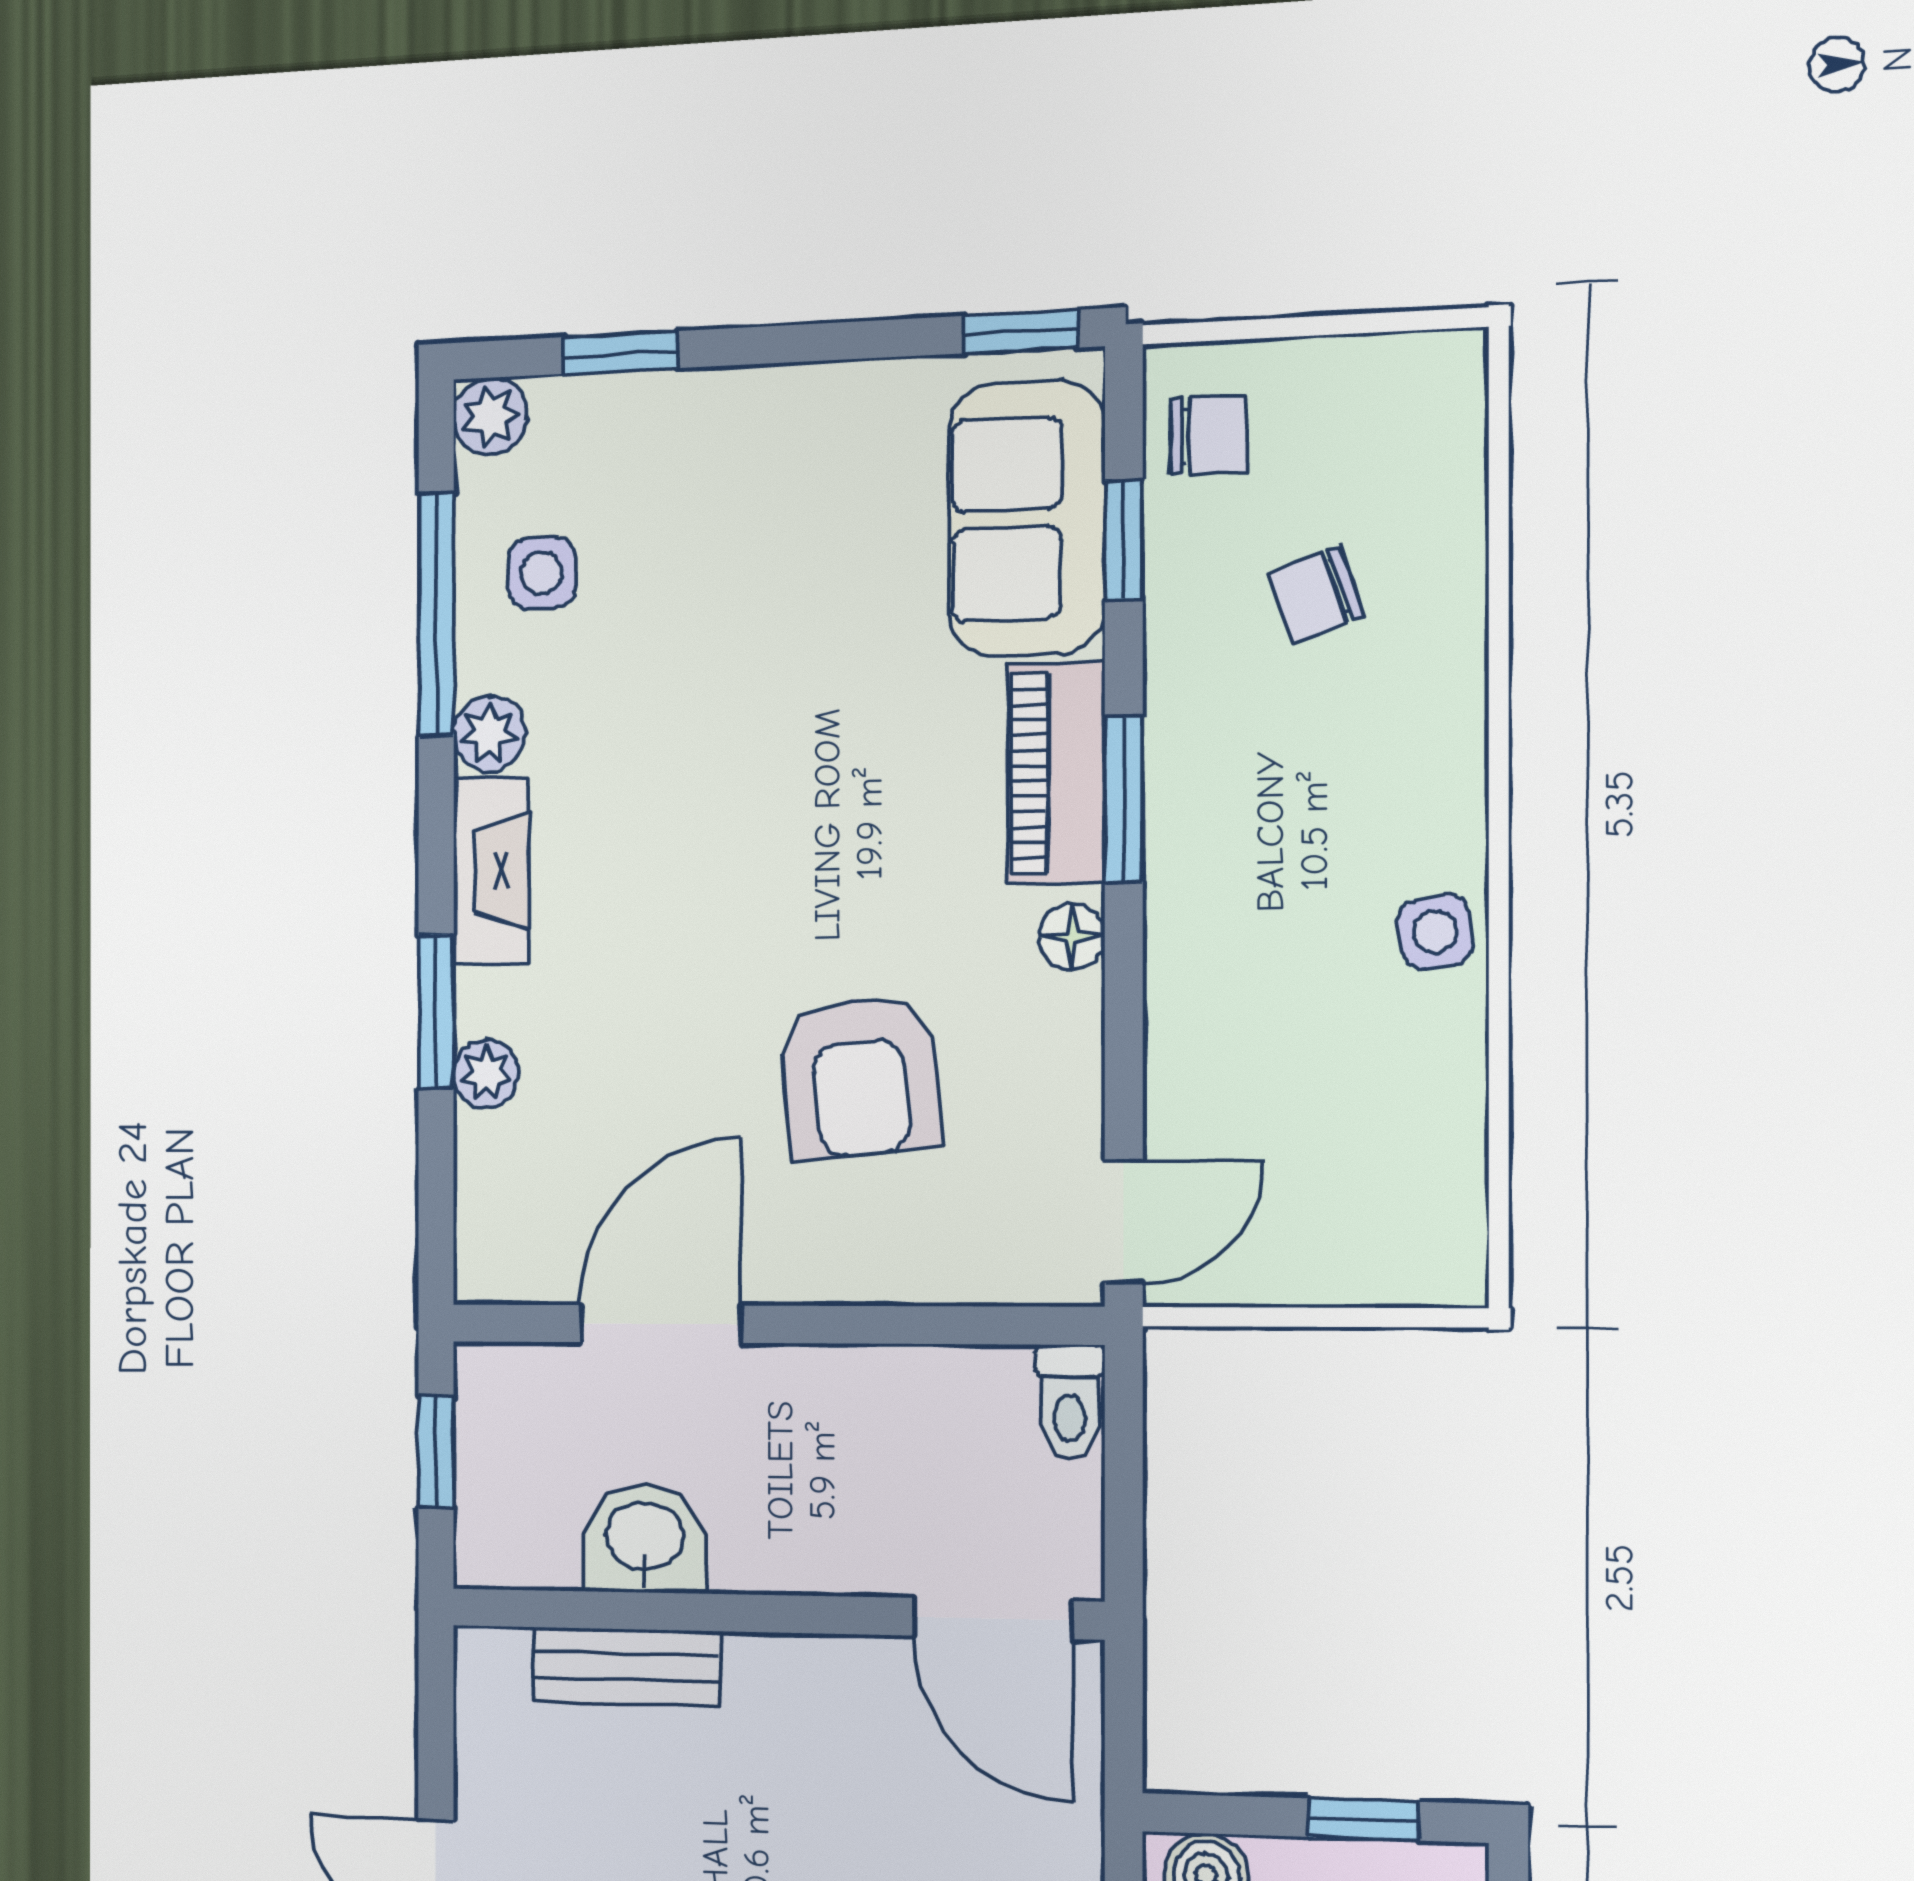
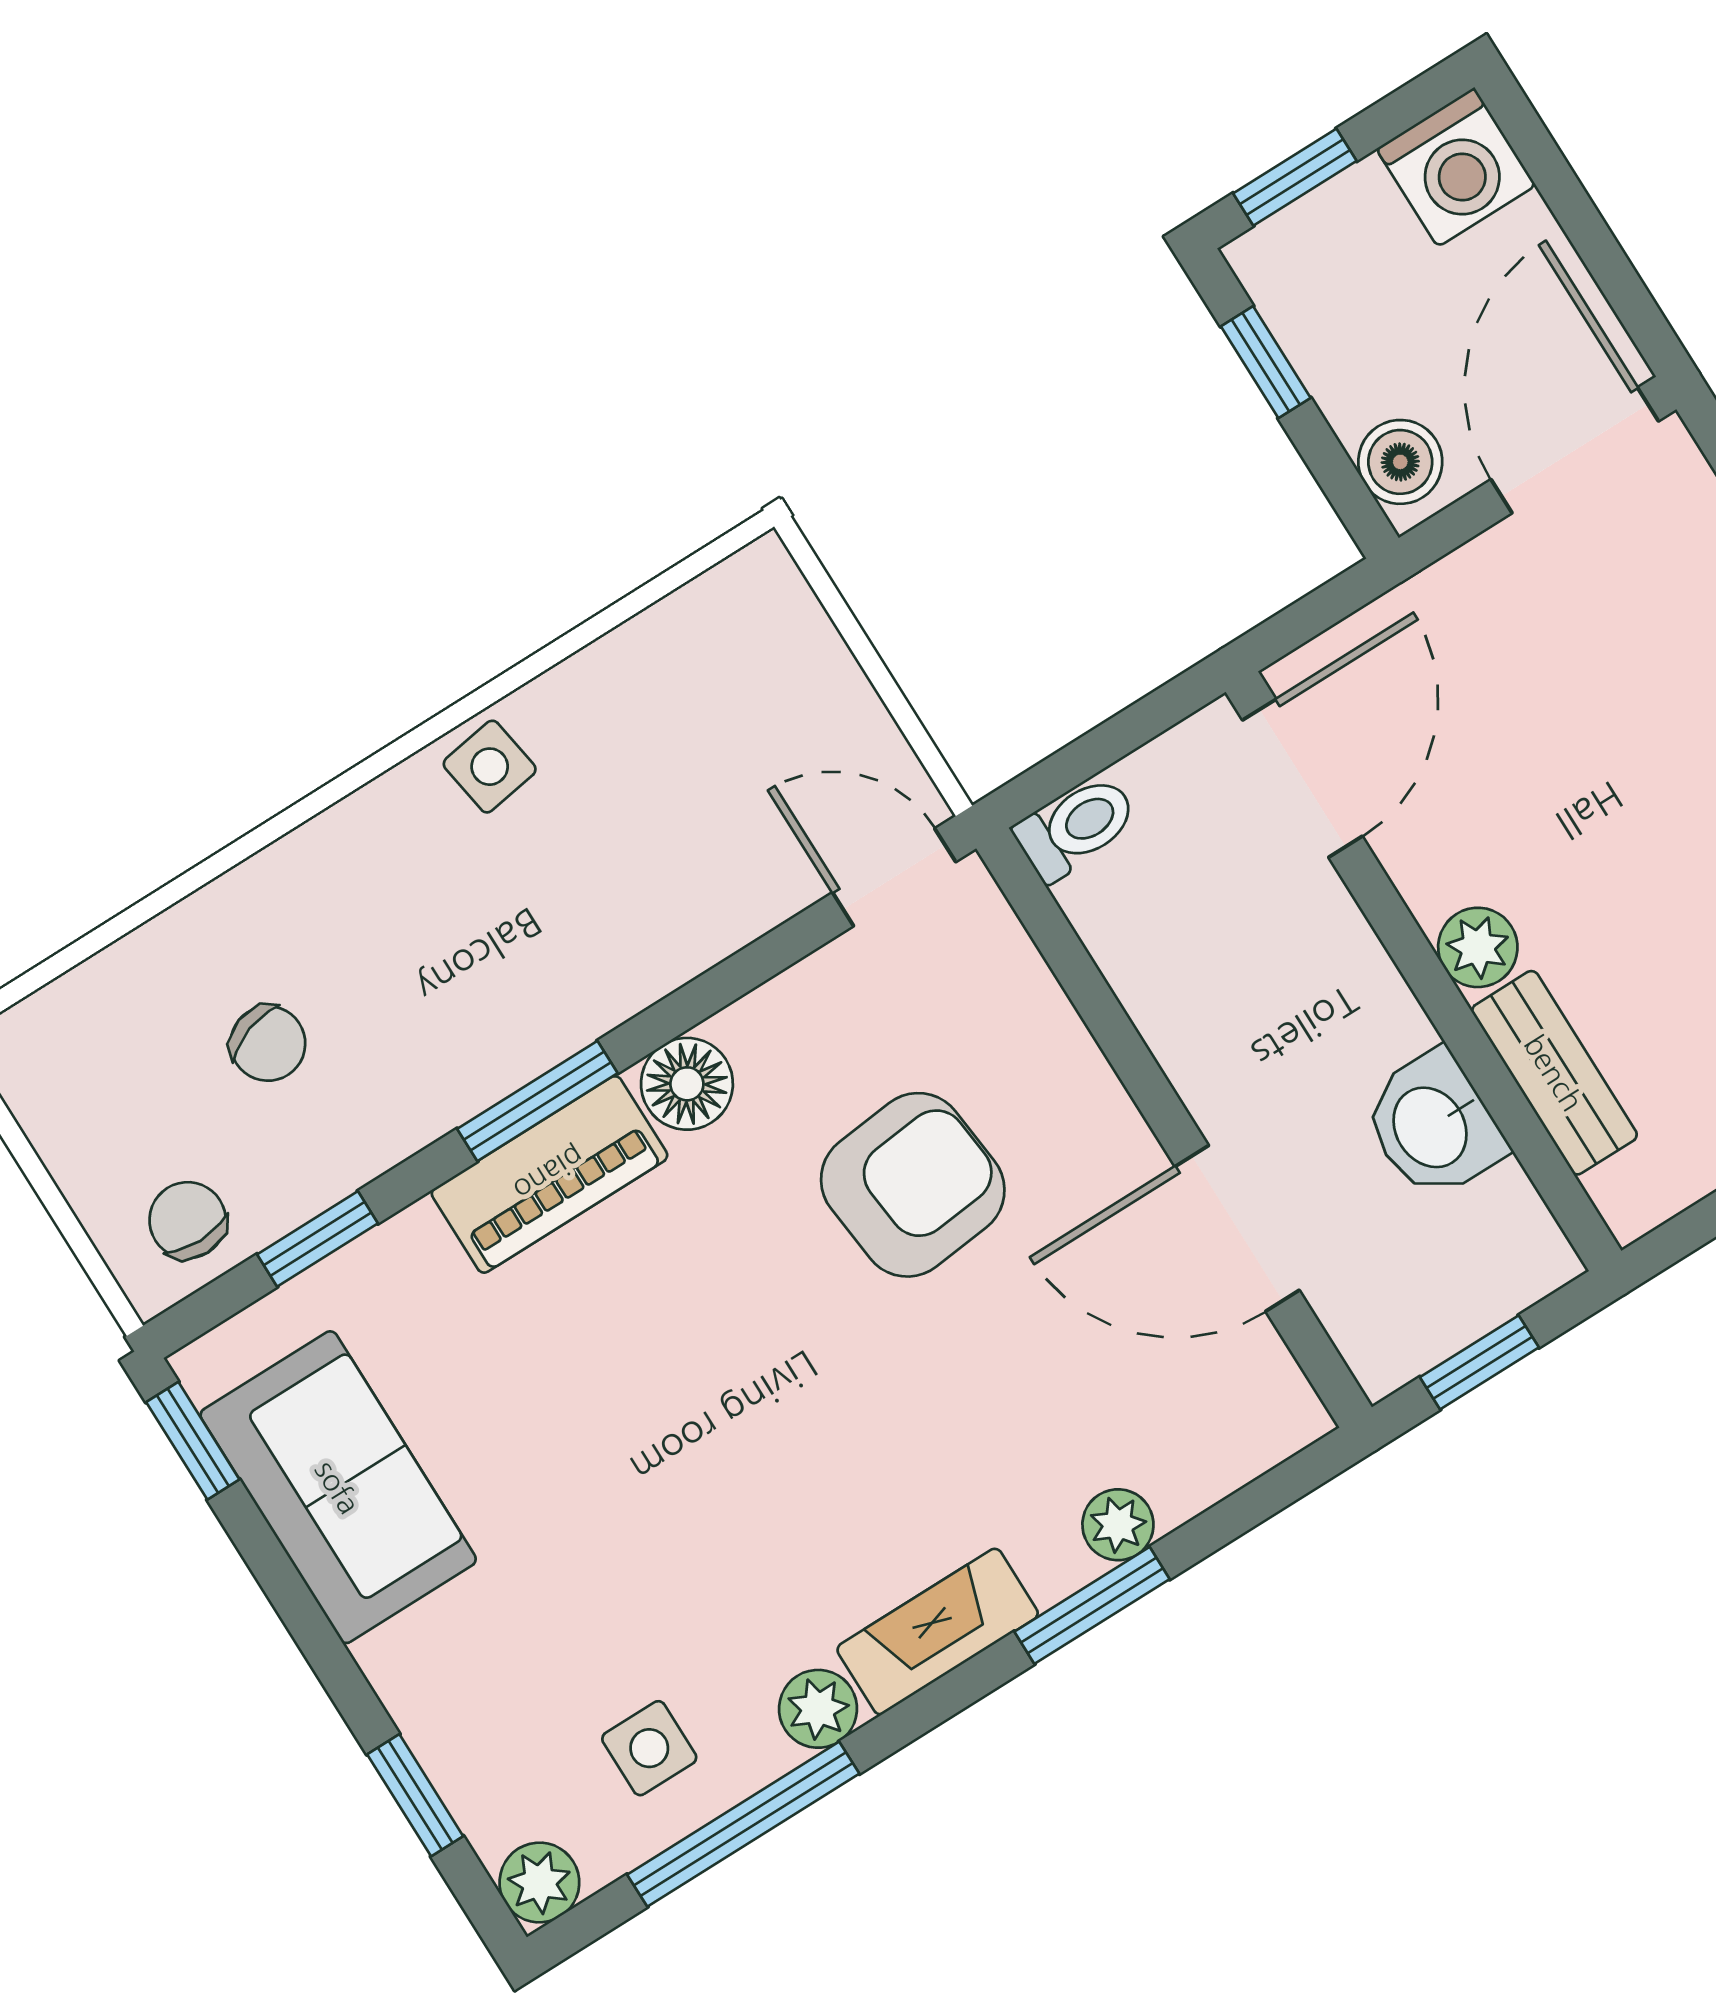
sofa: (1027, 518) -> (338, 1487), moved, turned -90
floor lamp: (1072, 937) -> (687, 1084), width x1.37, depth x1.37
plant: (765, 1671) -> (1478, 947), added

